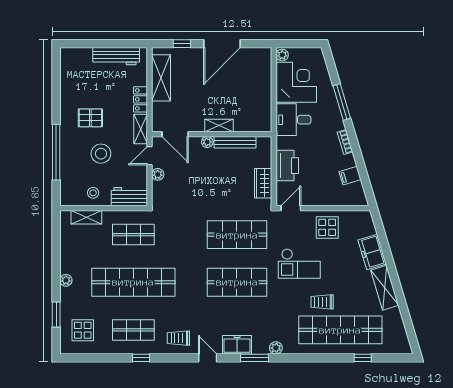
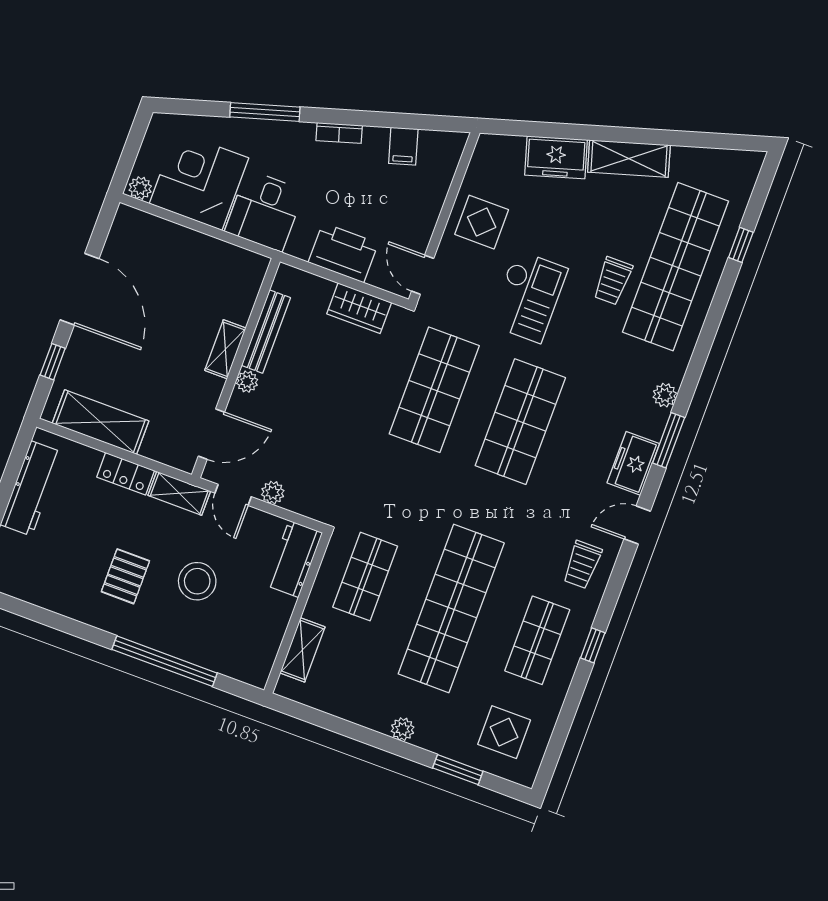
stool: (93, 193) -> (263, 622), removed

